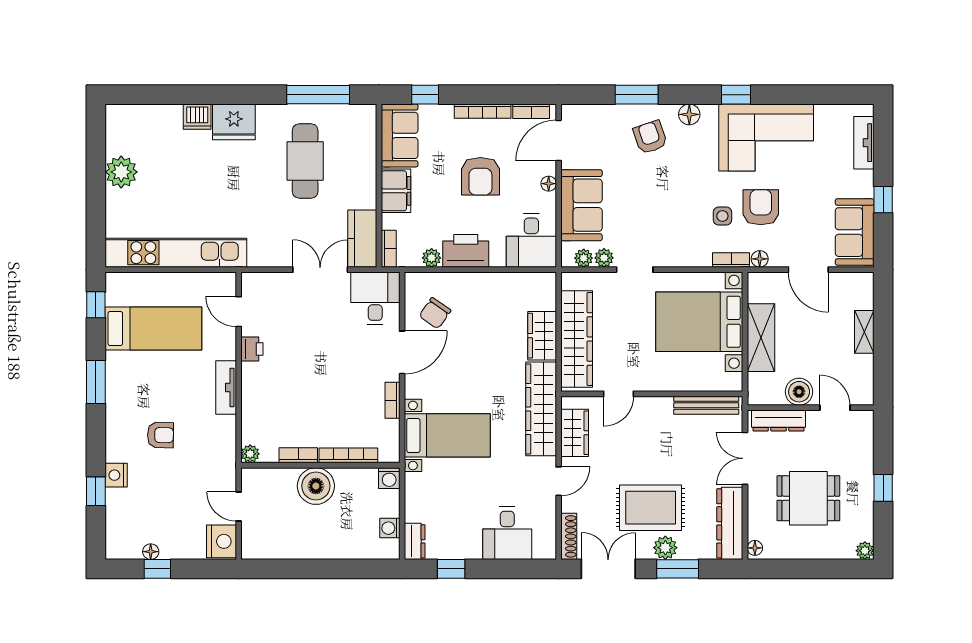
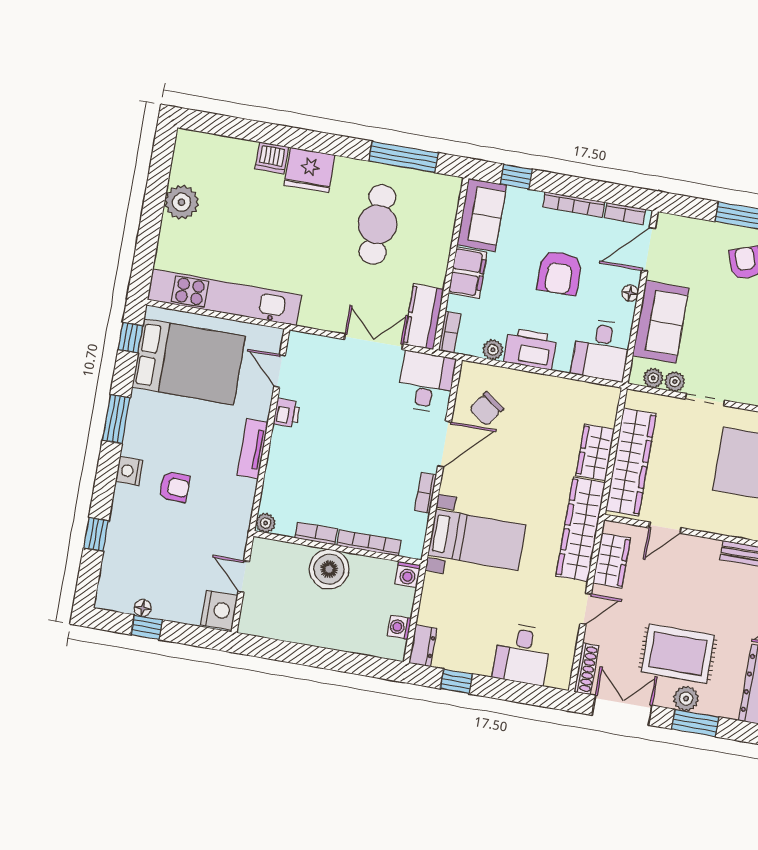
bed: (153, 329) -> (189, 362), width x1.50
nightstand: (116, 475) -> (129, 471), moved

